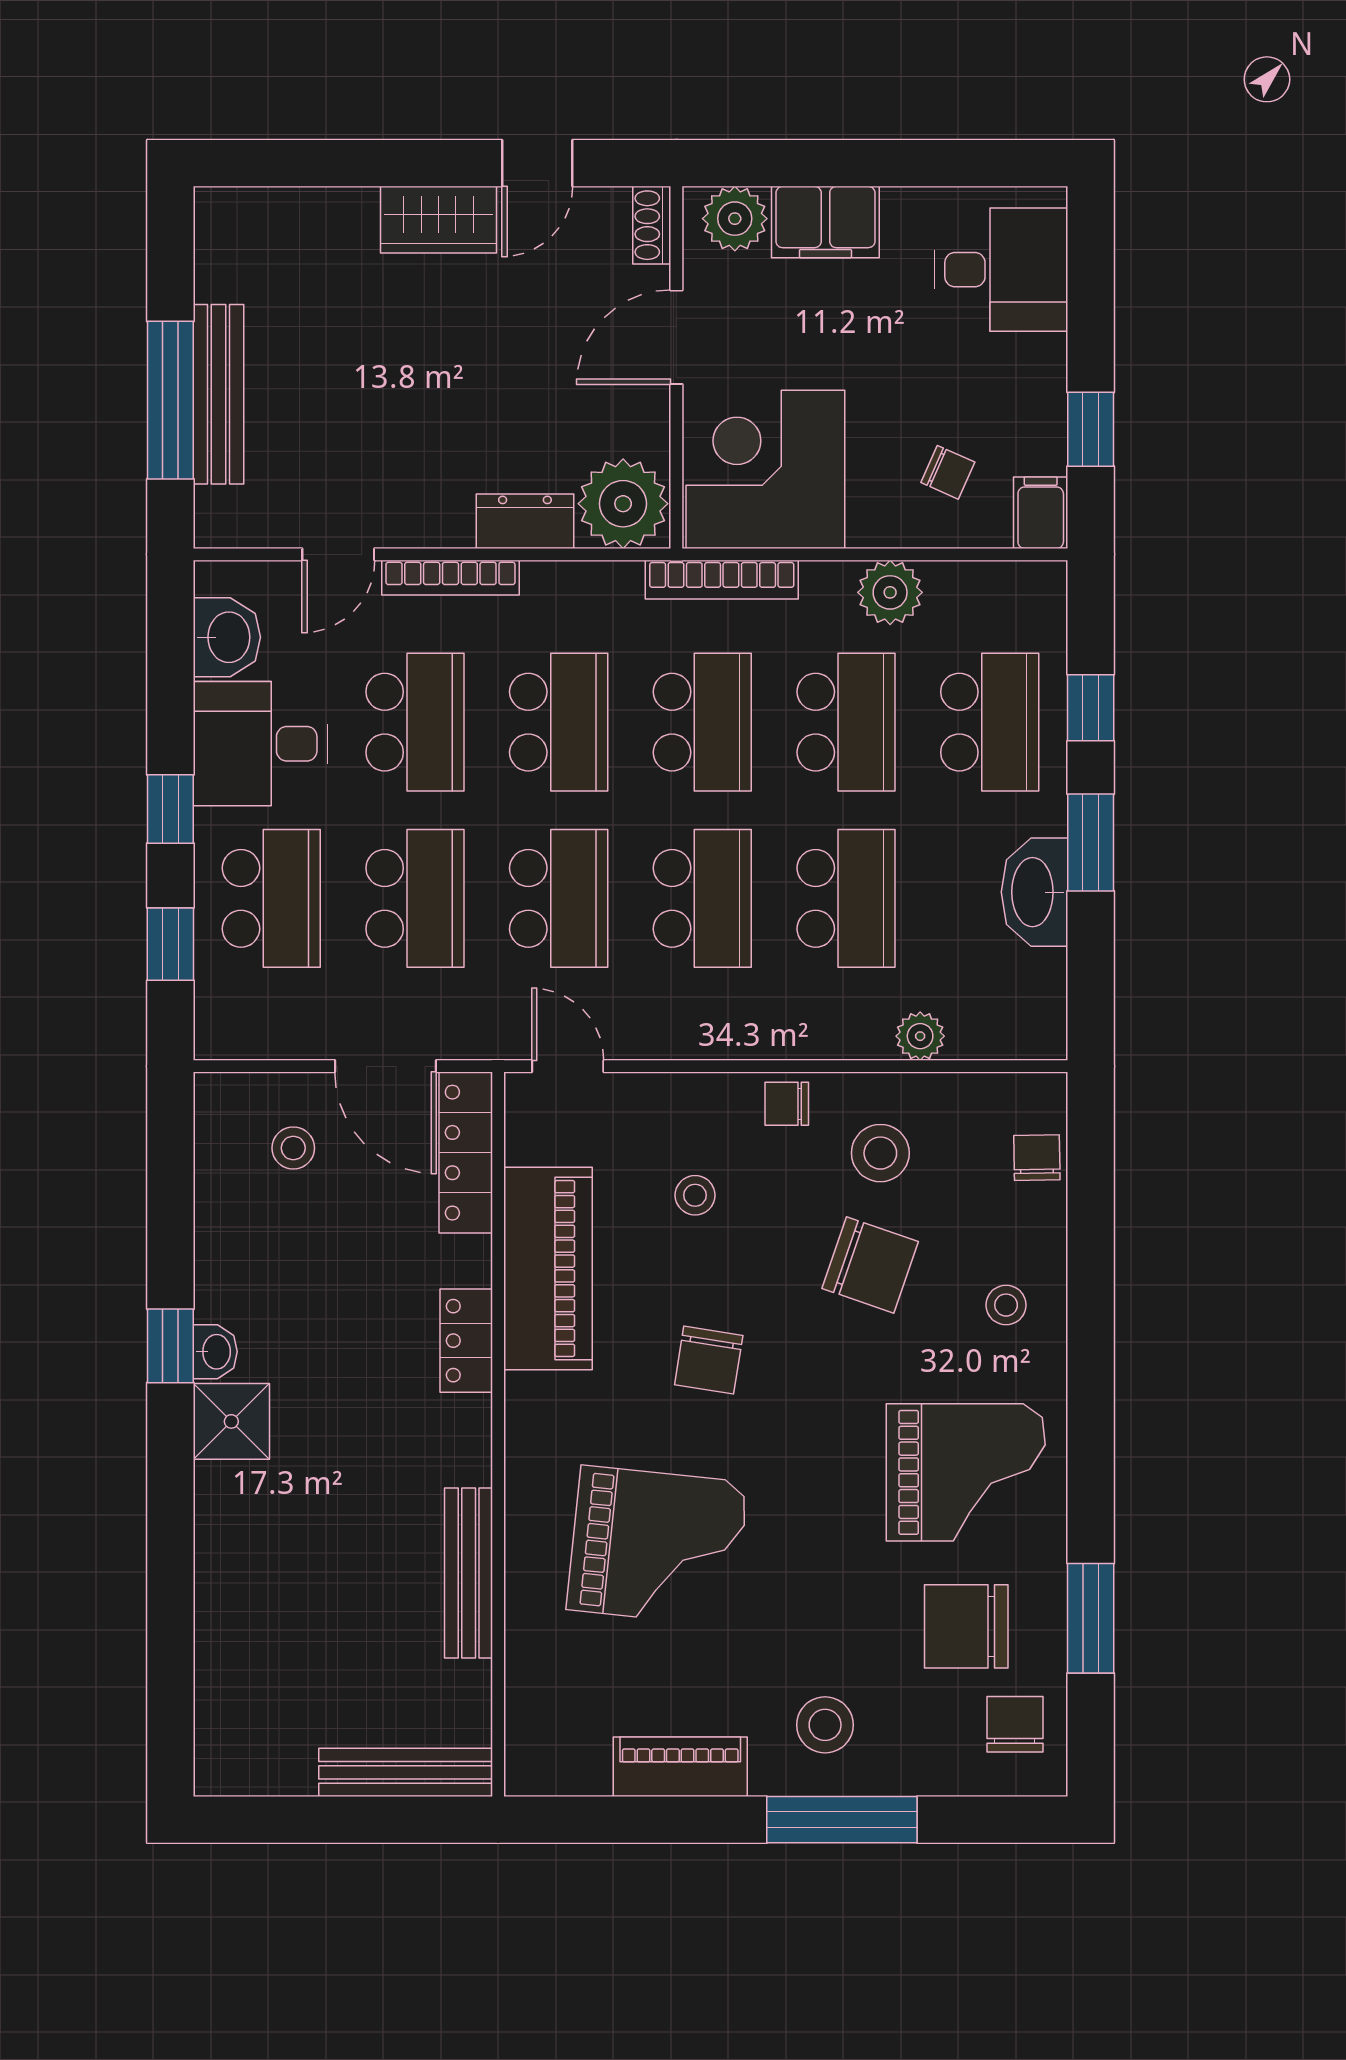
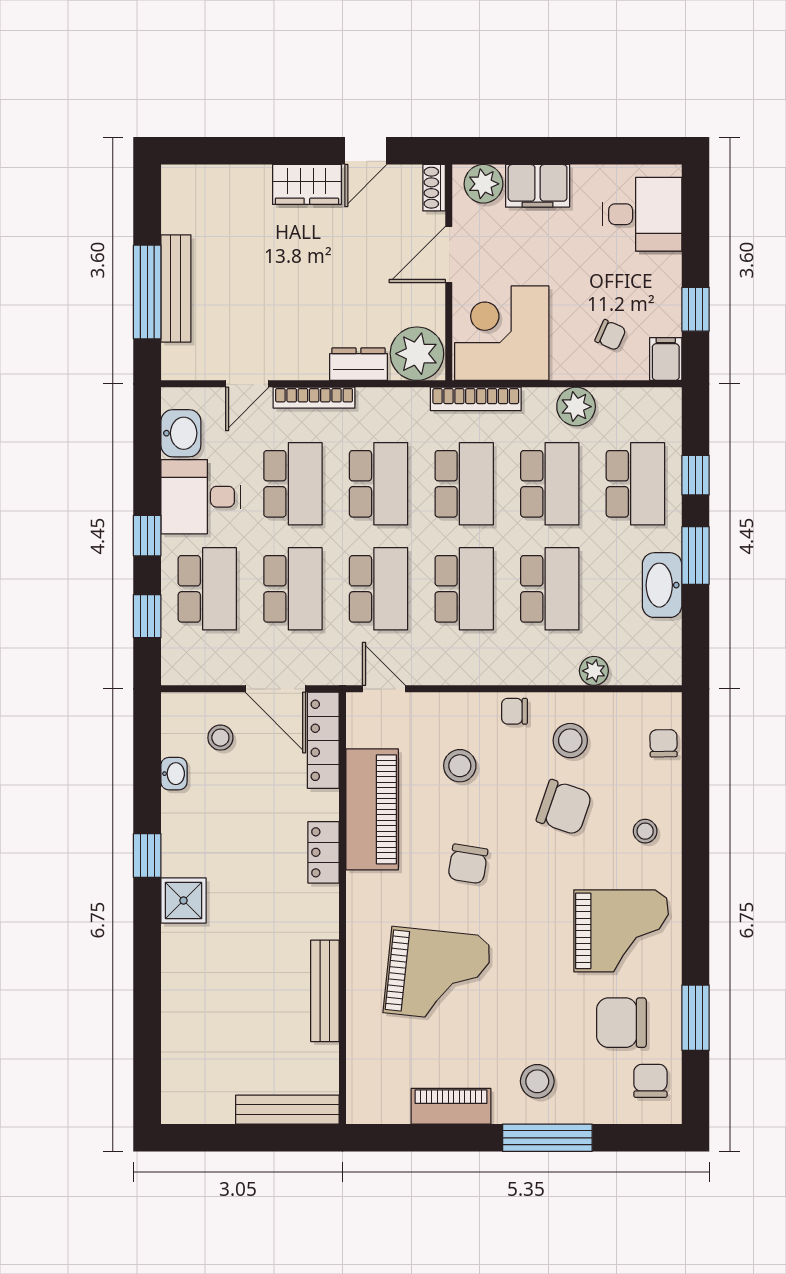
stool: (695, 1195) -> (460, 766), width x1.37, depth x1.37
washbasin: (215, 1352) -> (174, 774), moved

